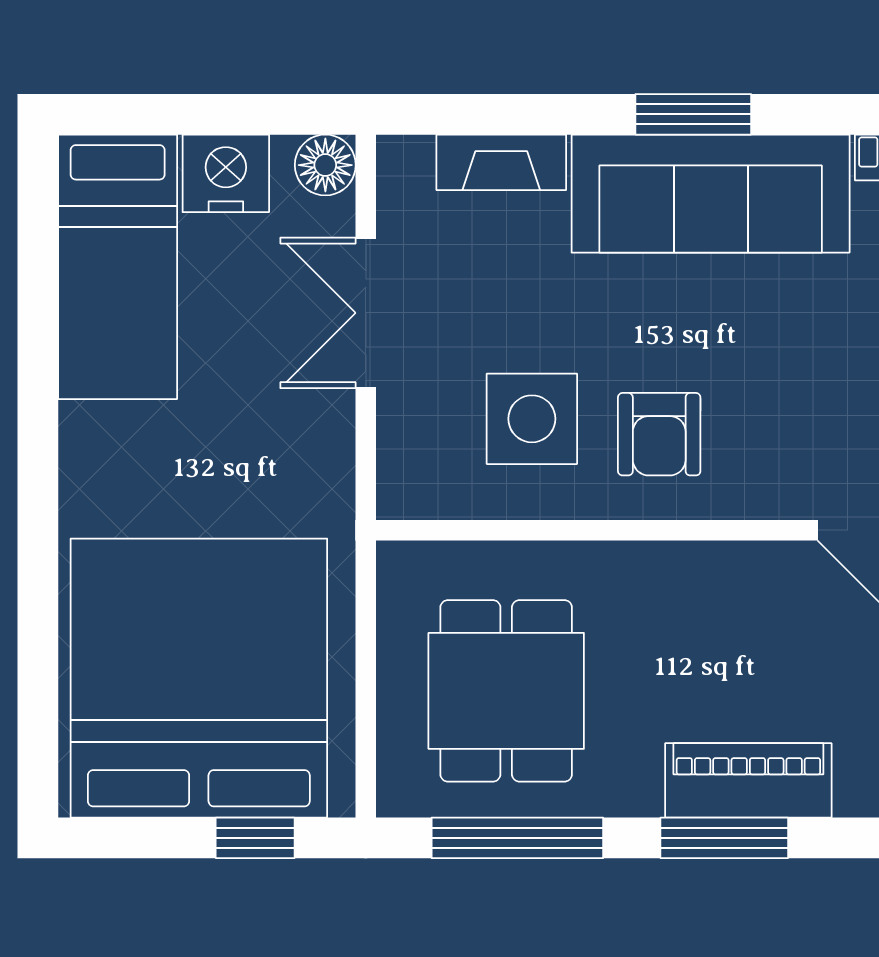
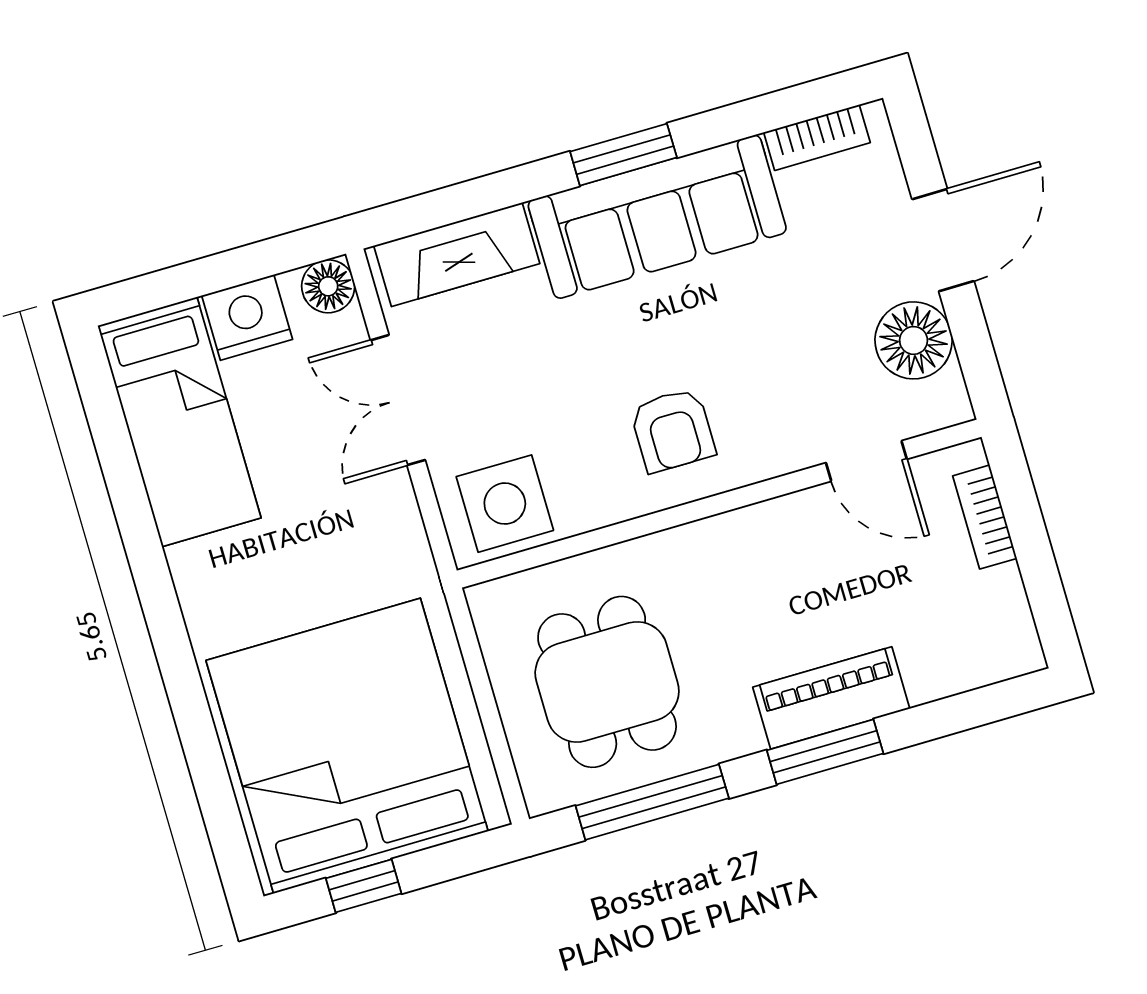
fireplace: (501, 162) -> (457, 255), width x1.37, depth x1.32
side table: (532, 419) -> (505, 504), moved
window: (255, 838) -> (364, 886), moved

